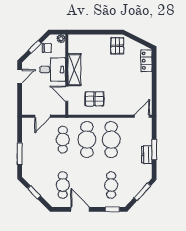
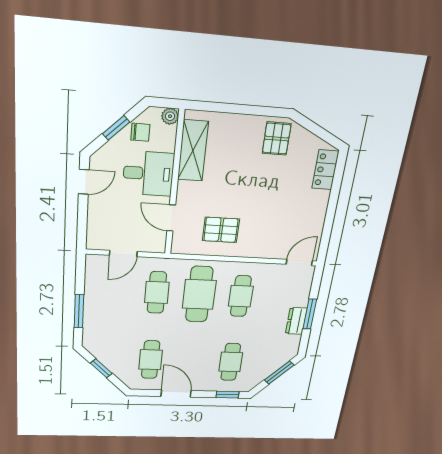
shelving: (74, 70) -> (193, 151), moved
cafe table: (111, 140) -> (241, 296), width x0.73, depth x0.74

